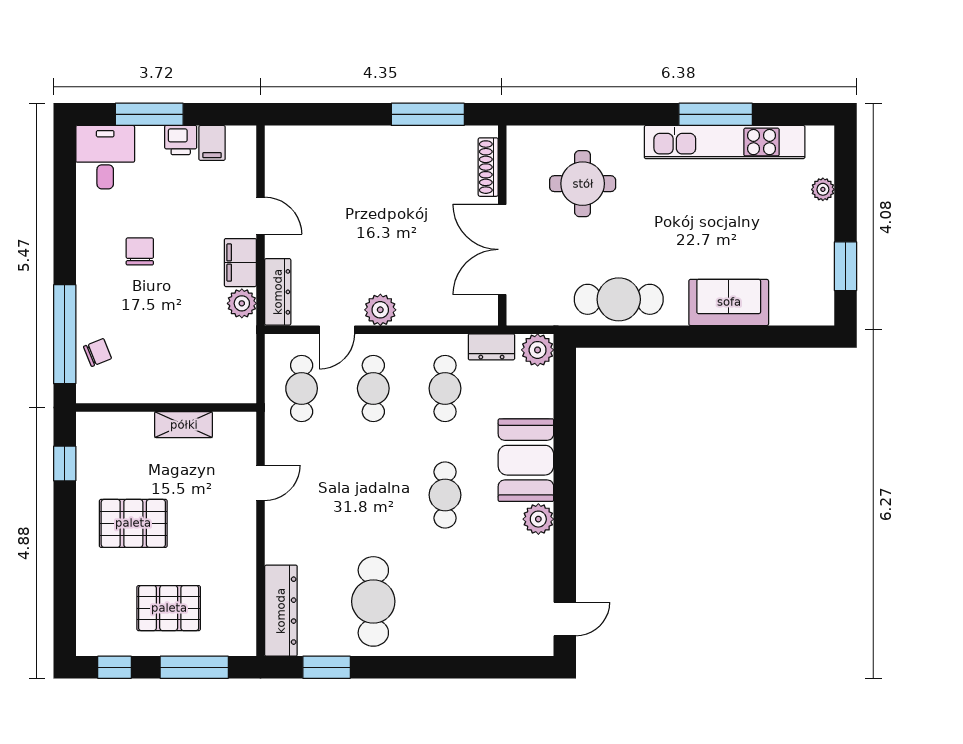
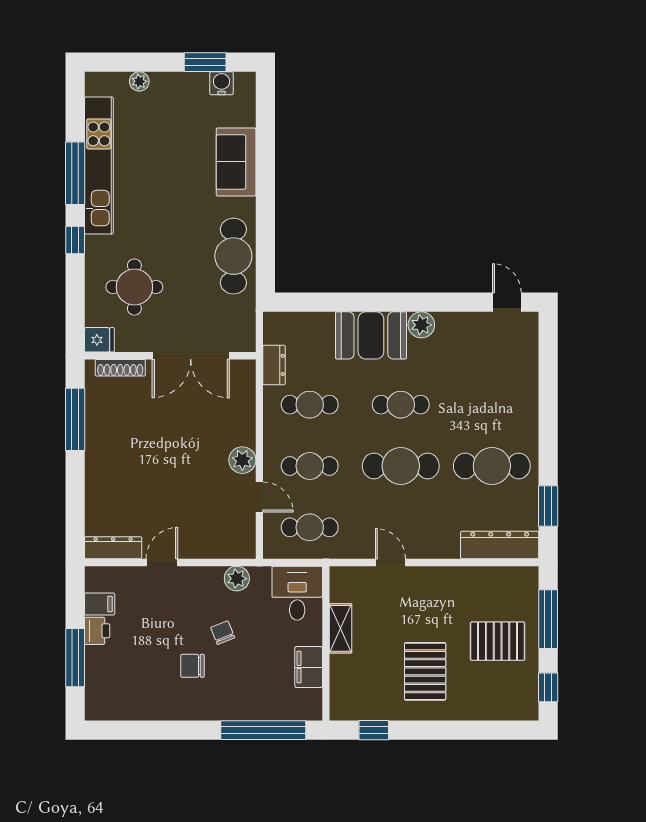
window: (638, 114) -> (75, 240), added
fridge: (521, 143) -> (99, 340), added
desk: (105, 157) -> (297, 593), moved, turned 90
filing cabinet: (240, 263) -> (309, 667), moved, turned 90
water cooler: (821, 285) -> (222, 83), added
dresser: (278, 292) -> (113, 548), moved
plant: (538, 350) -> (277, 326), removed
chair: (98, 352) -> (223, 633), moved
cafe table: (373, 495) -> (401, 466), added
pallet: (169, 608) -> (498, 641), turned 90

